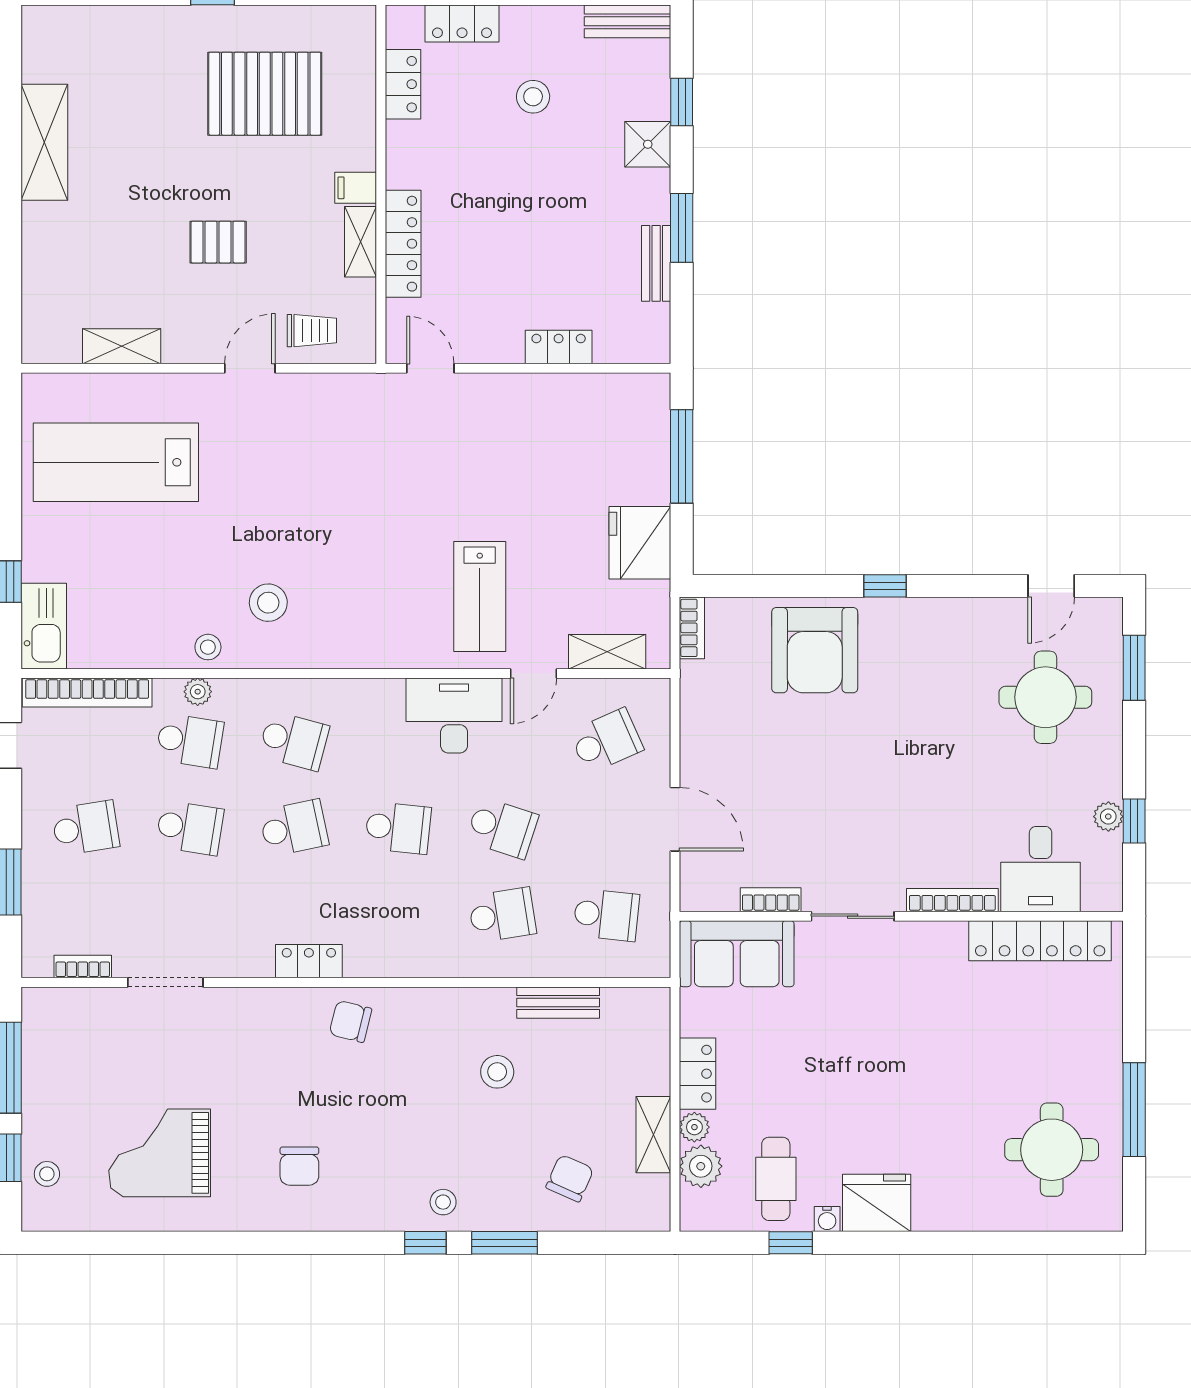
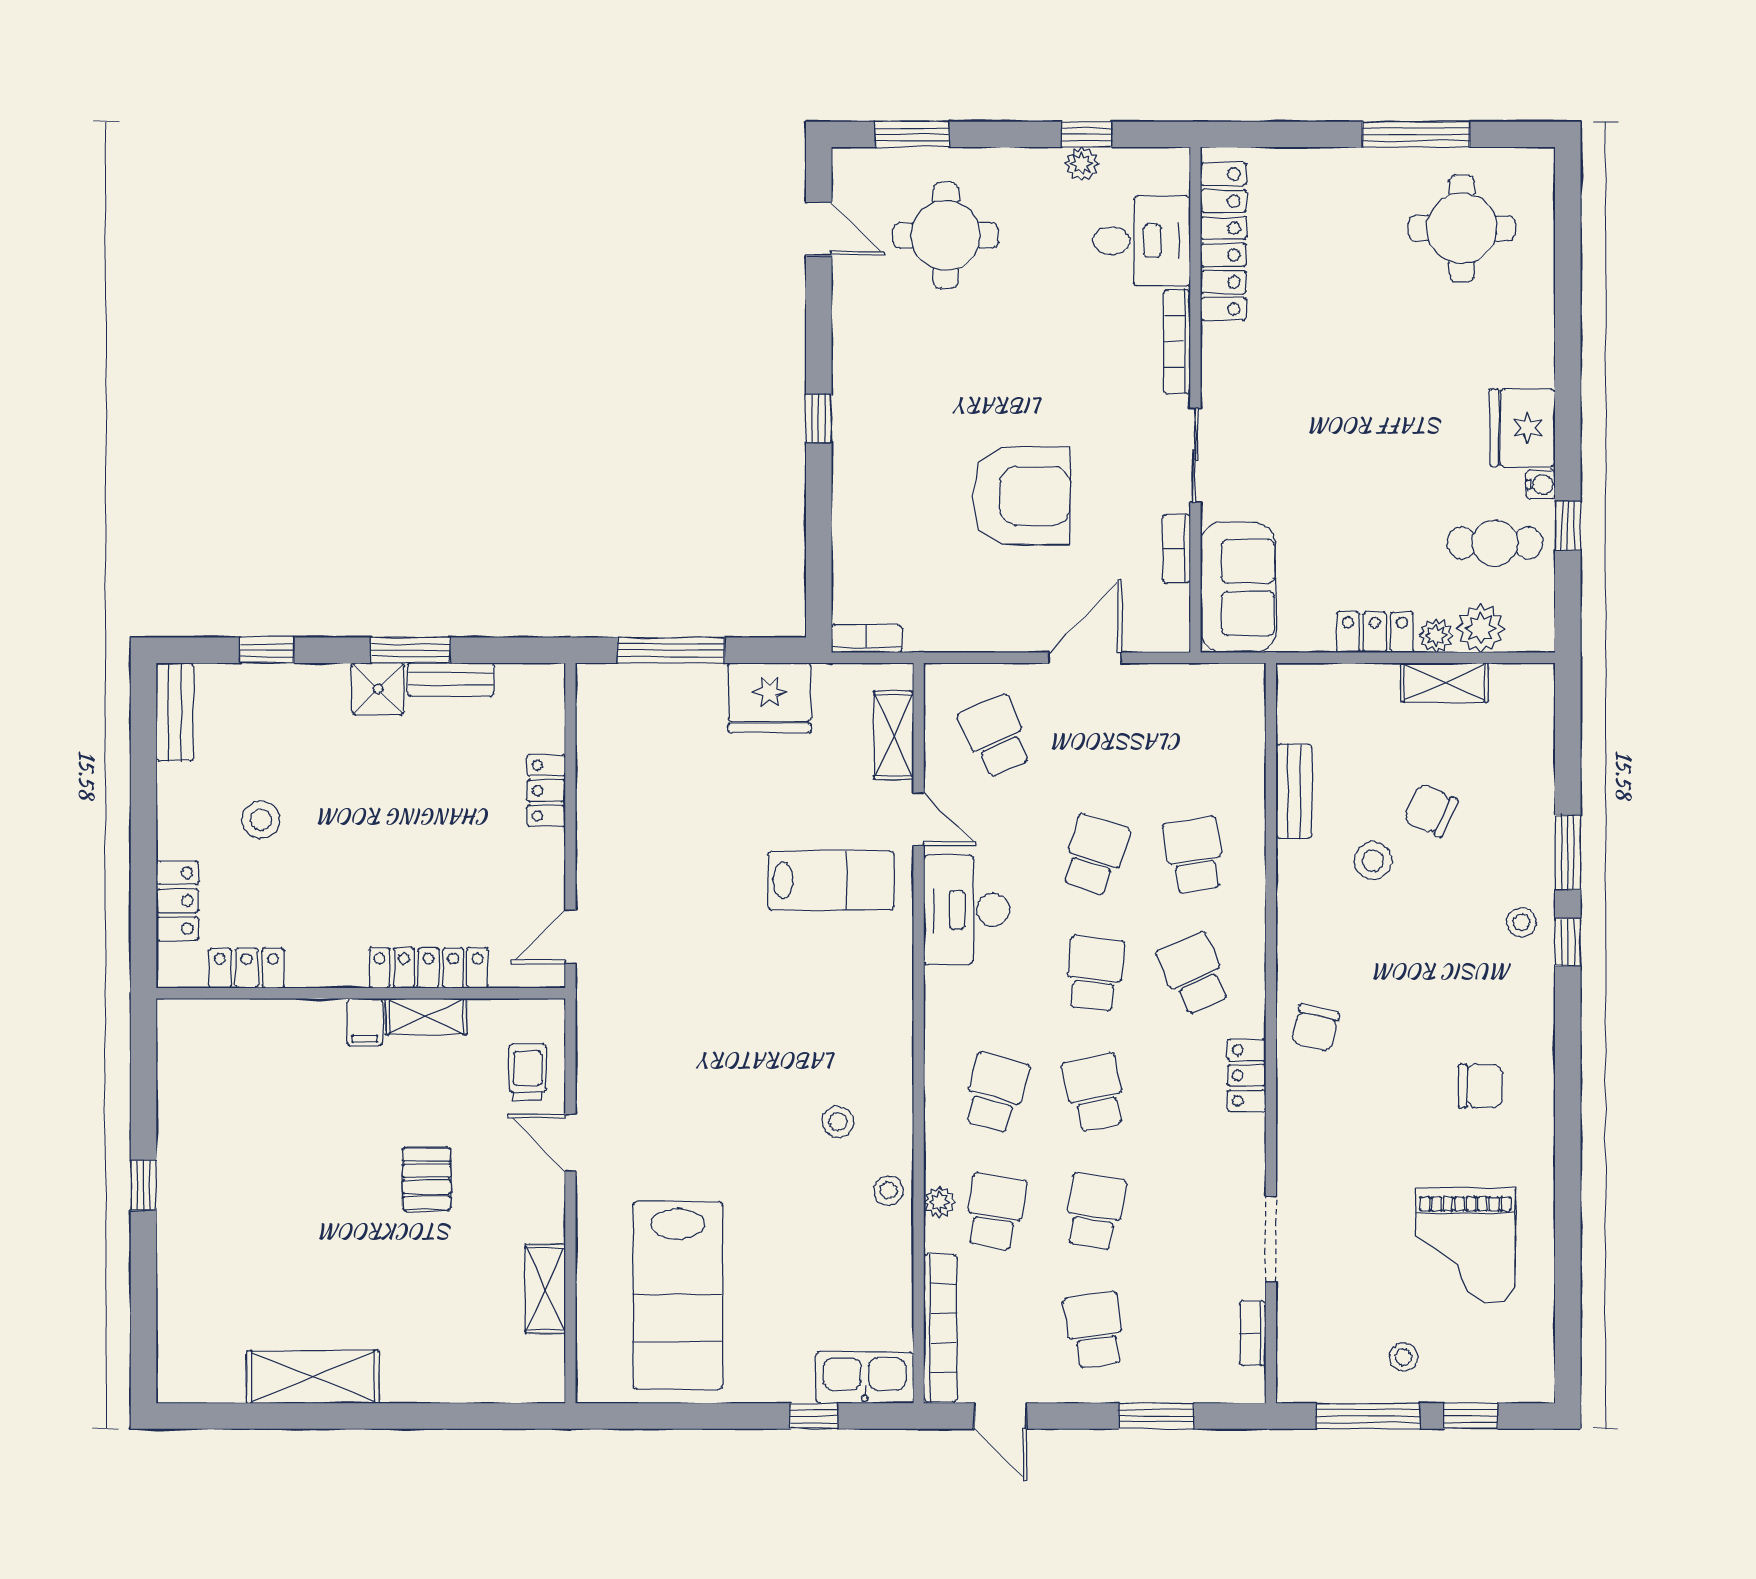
pallet: (265, 94) -> (257, 1126), removed
shower: (648, 144) -> (378, 689), moved
stool: (268, 603) -> (838, 1122), width x0.73, depth x0.73
armchair: (815, 650) -> (1021, 496), moved
school desk: (606, 915) -> (1194, 974), moved, turned -30
stool: (47, 1174) -> (1403, 1357), moved
chair: (570, 1178) -> (1431, 810), moved

